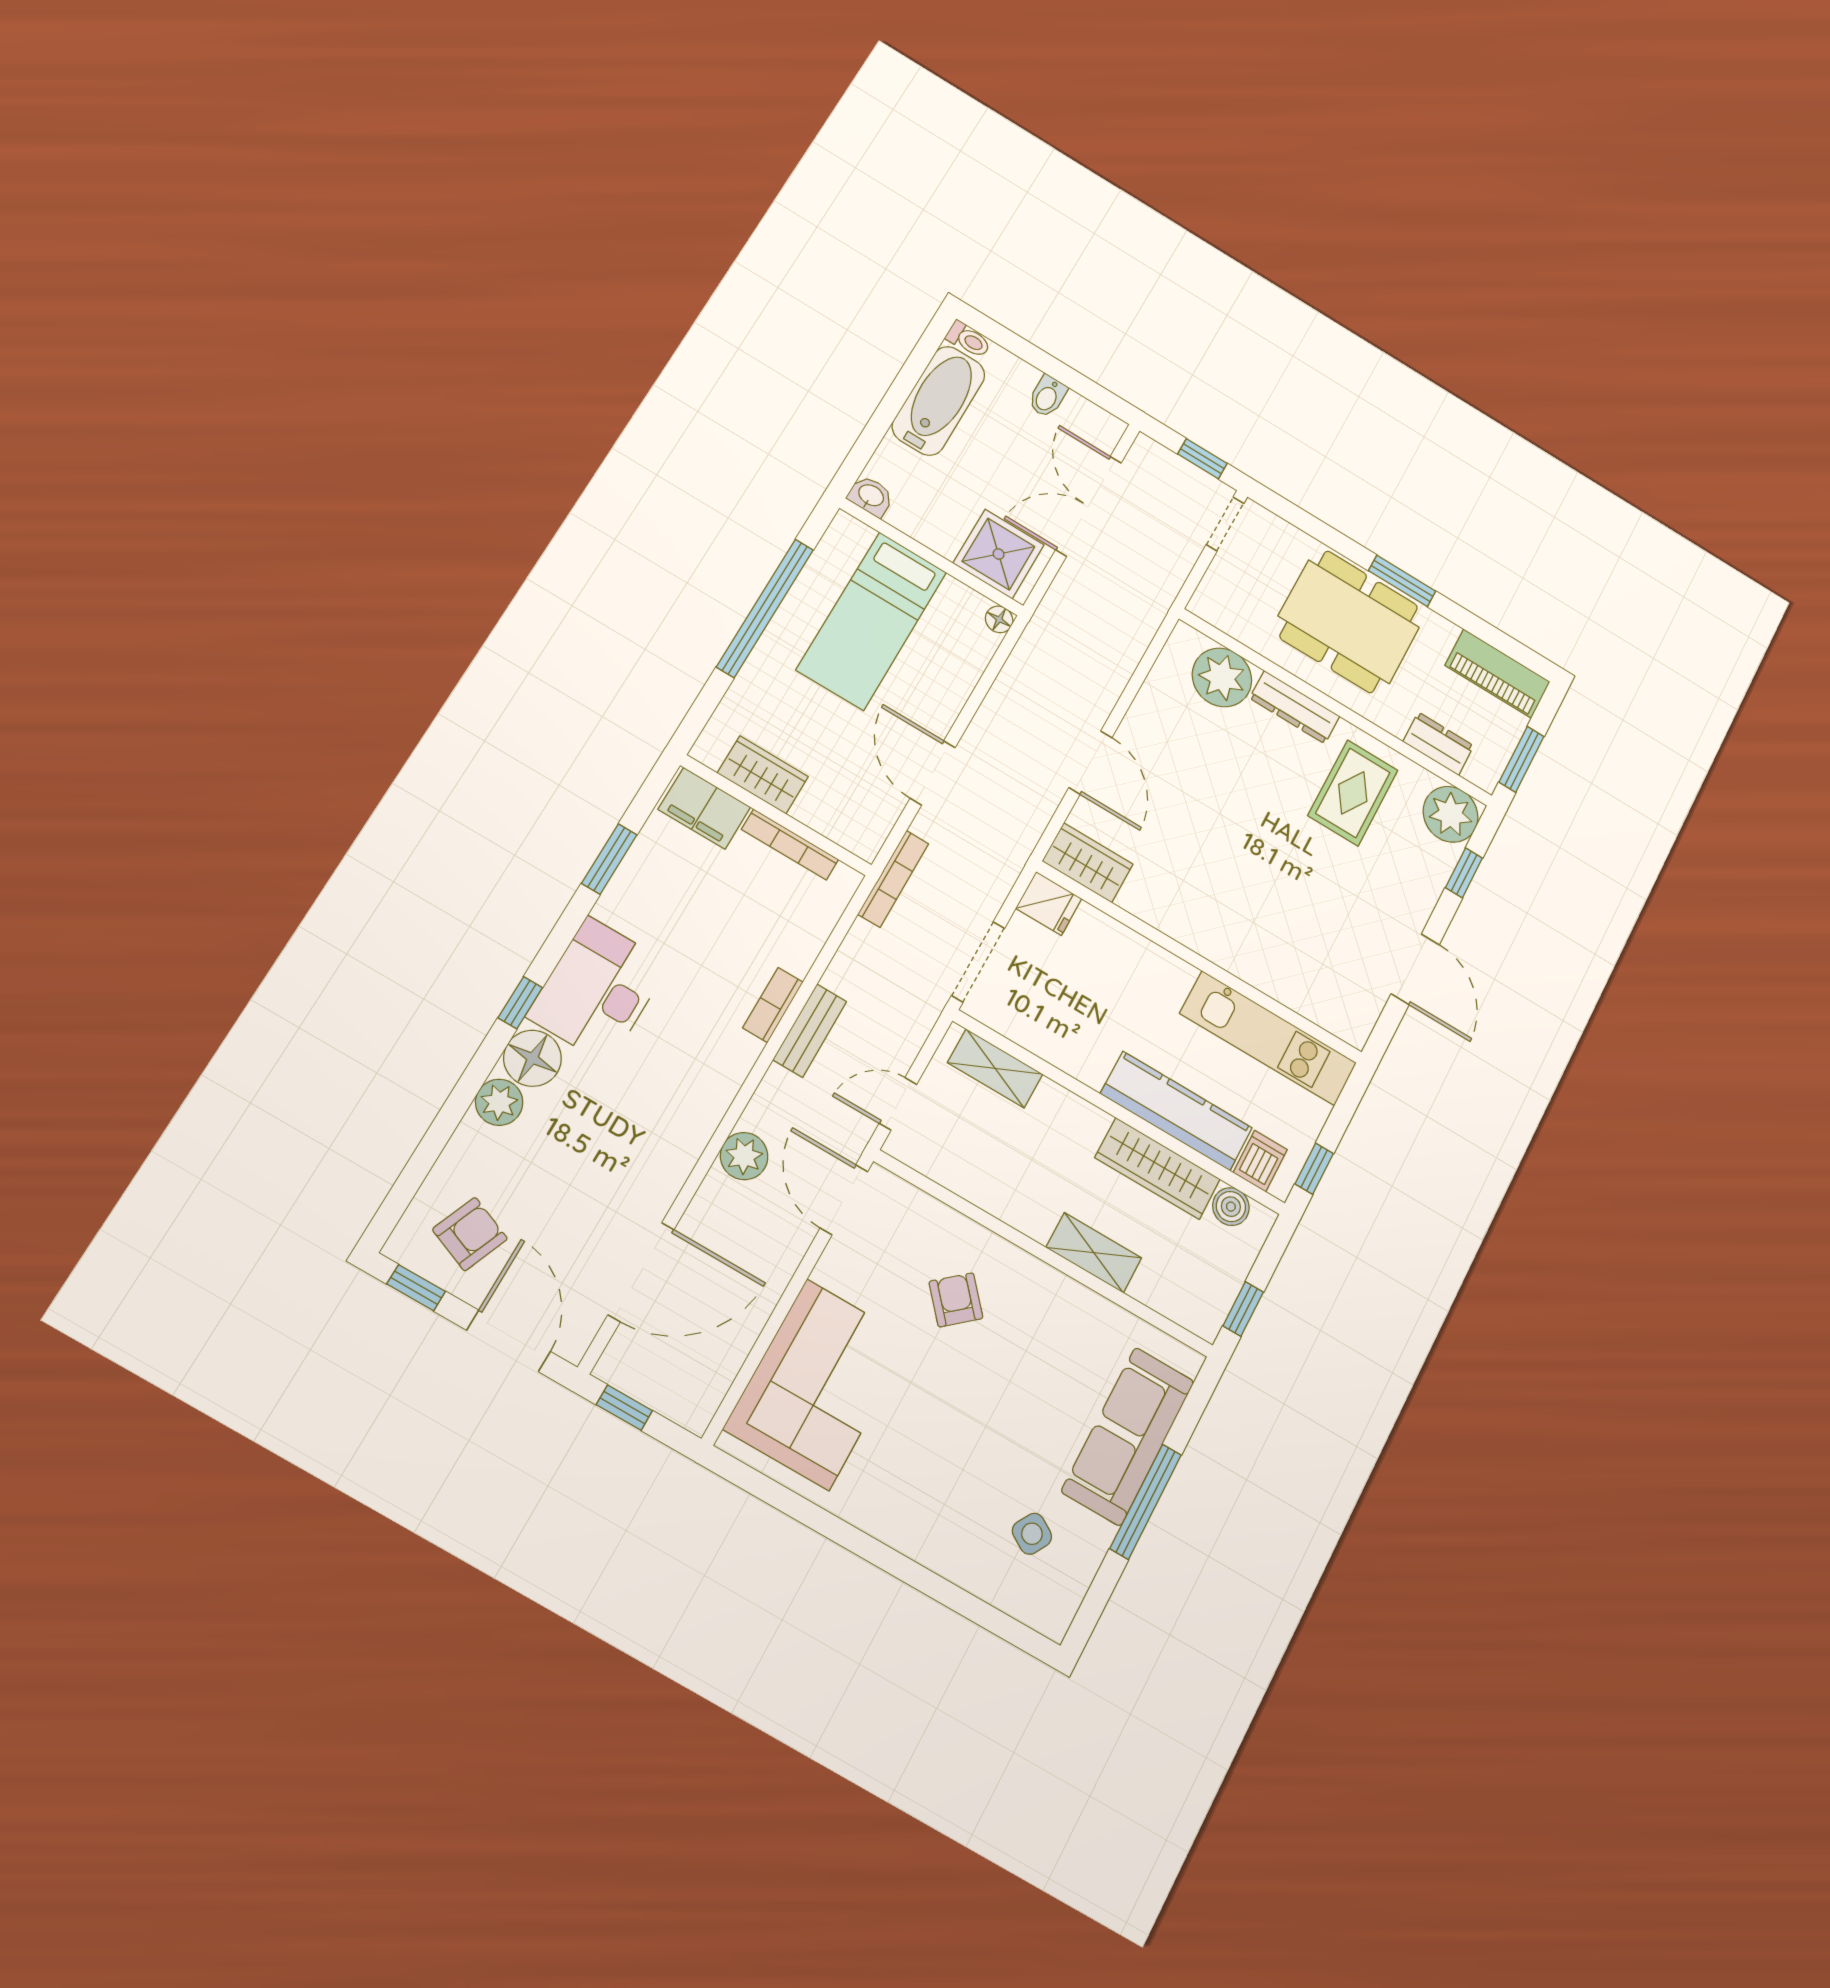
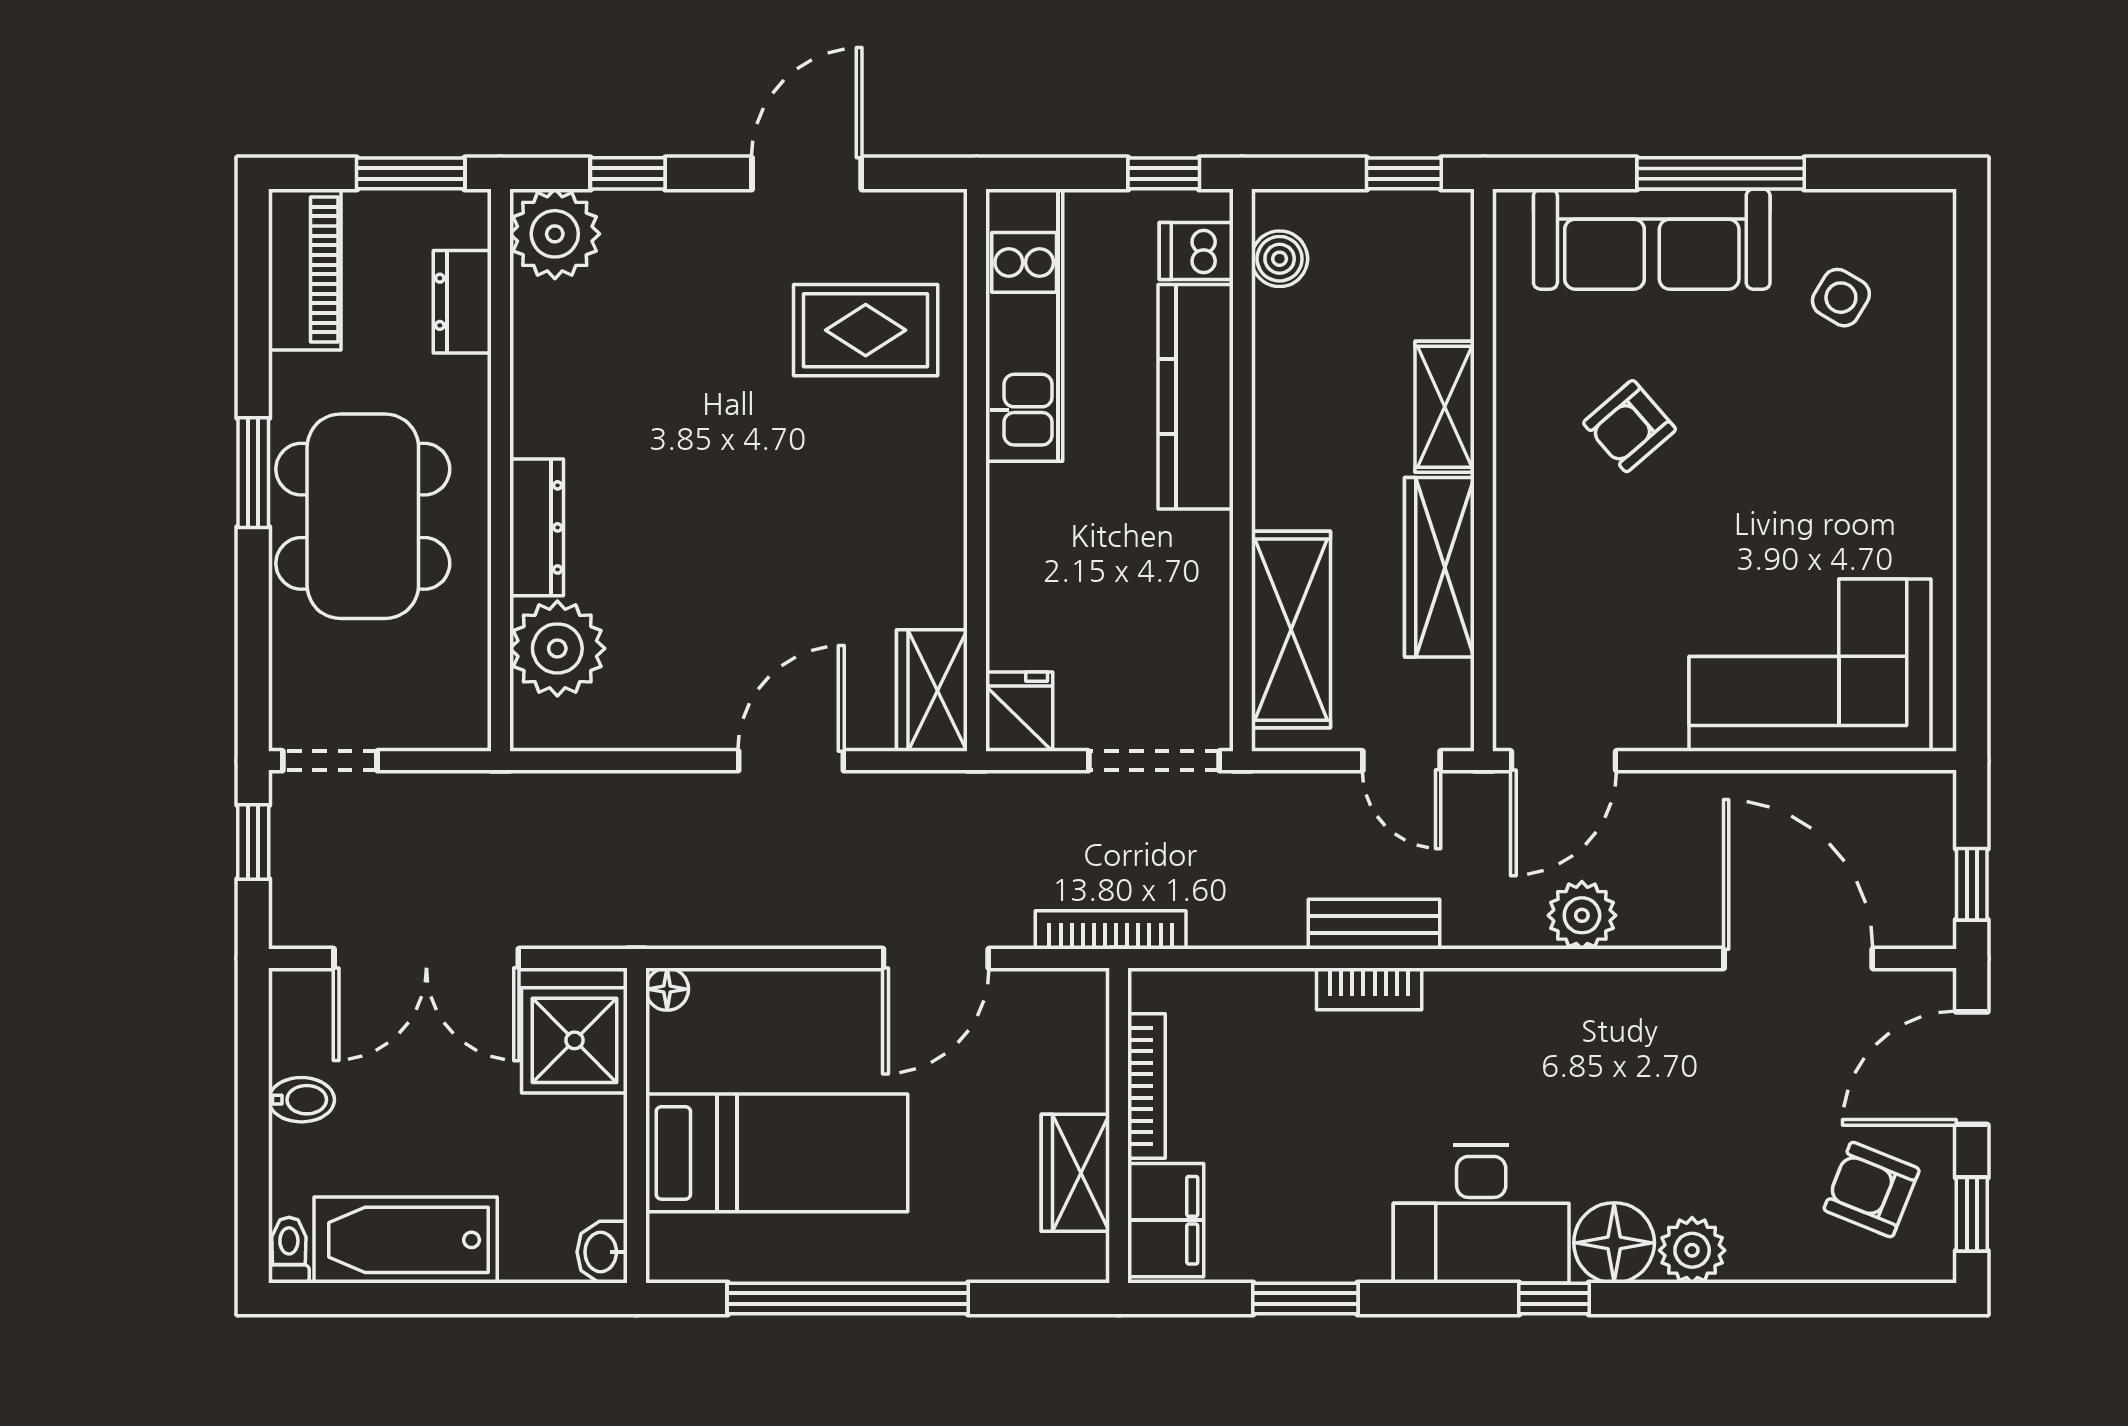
rug: (1353, 793) -> (866, 330), moved
shelving: (995, 1068) -> (1291, 630), width x1.50, depth x1.33
wardrobe: (1158, 1168) -> (1439, 567), moved, turned 180
armchair: (956, 1300) -> (1630, 426), moved

